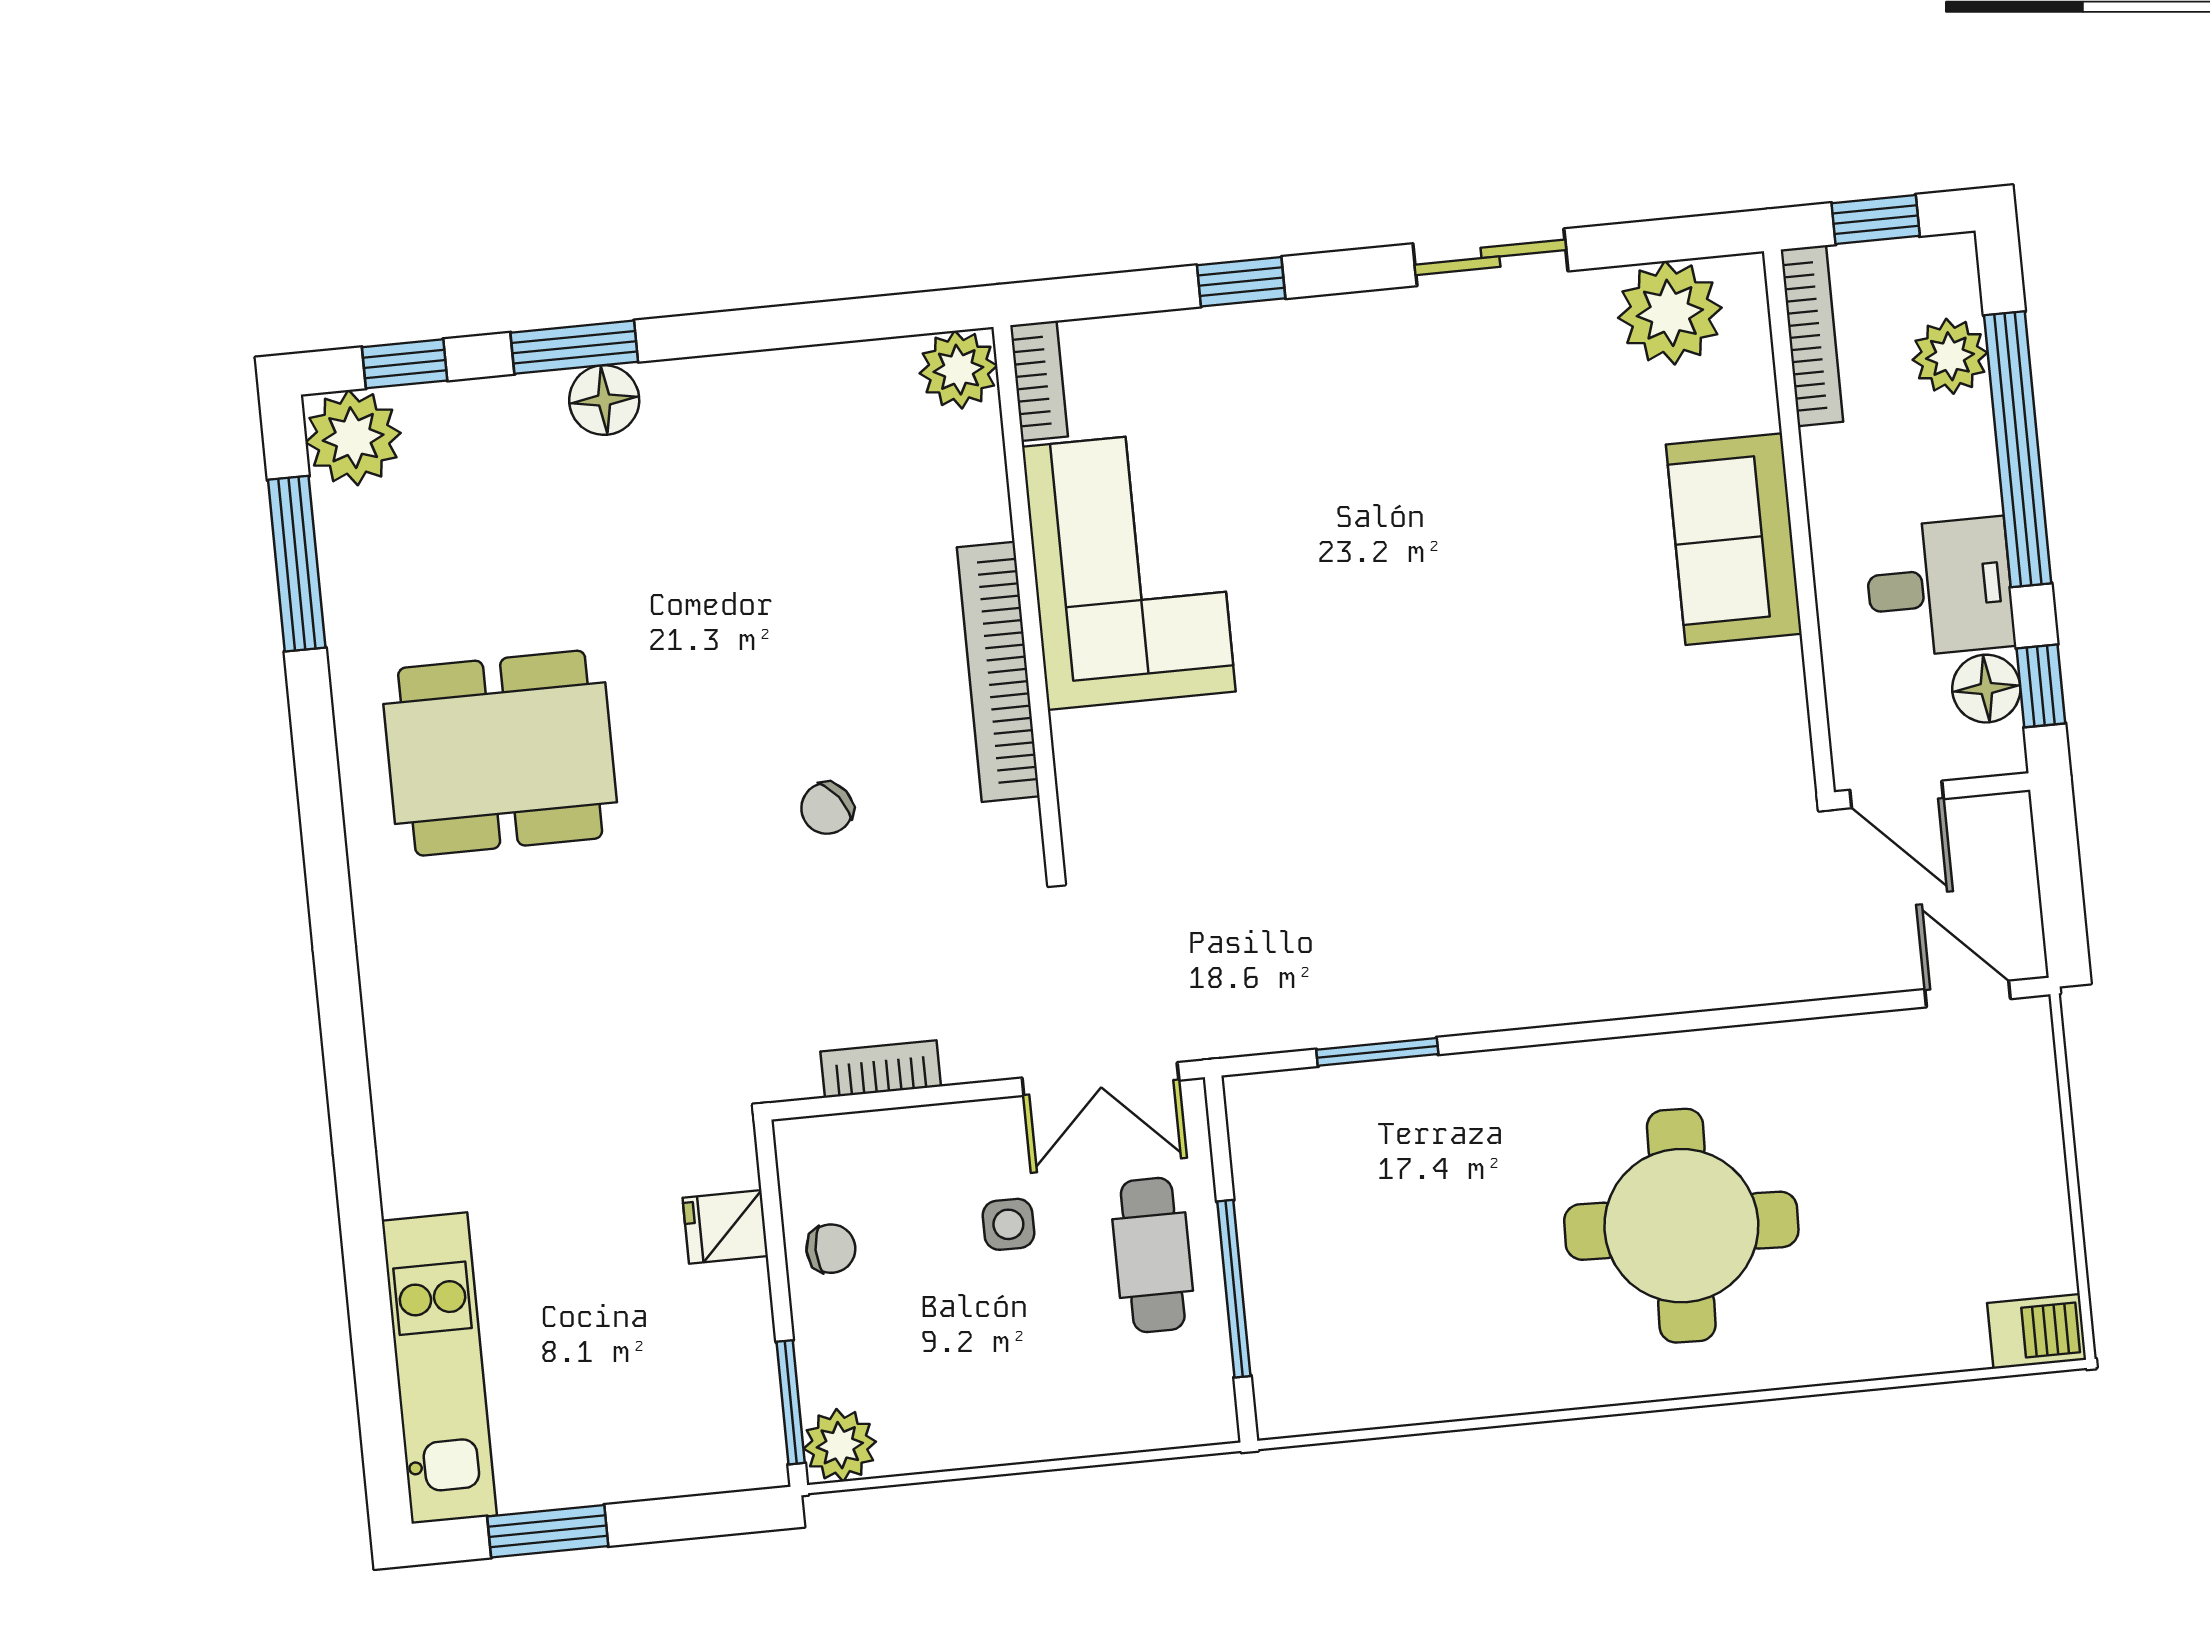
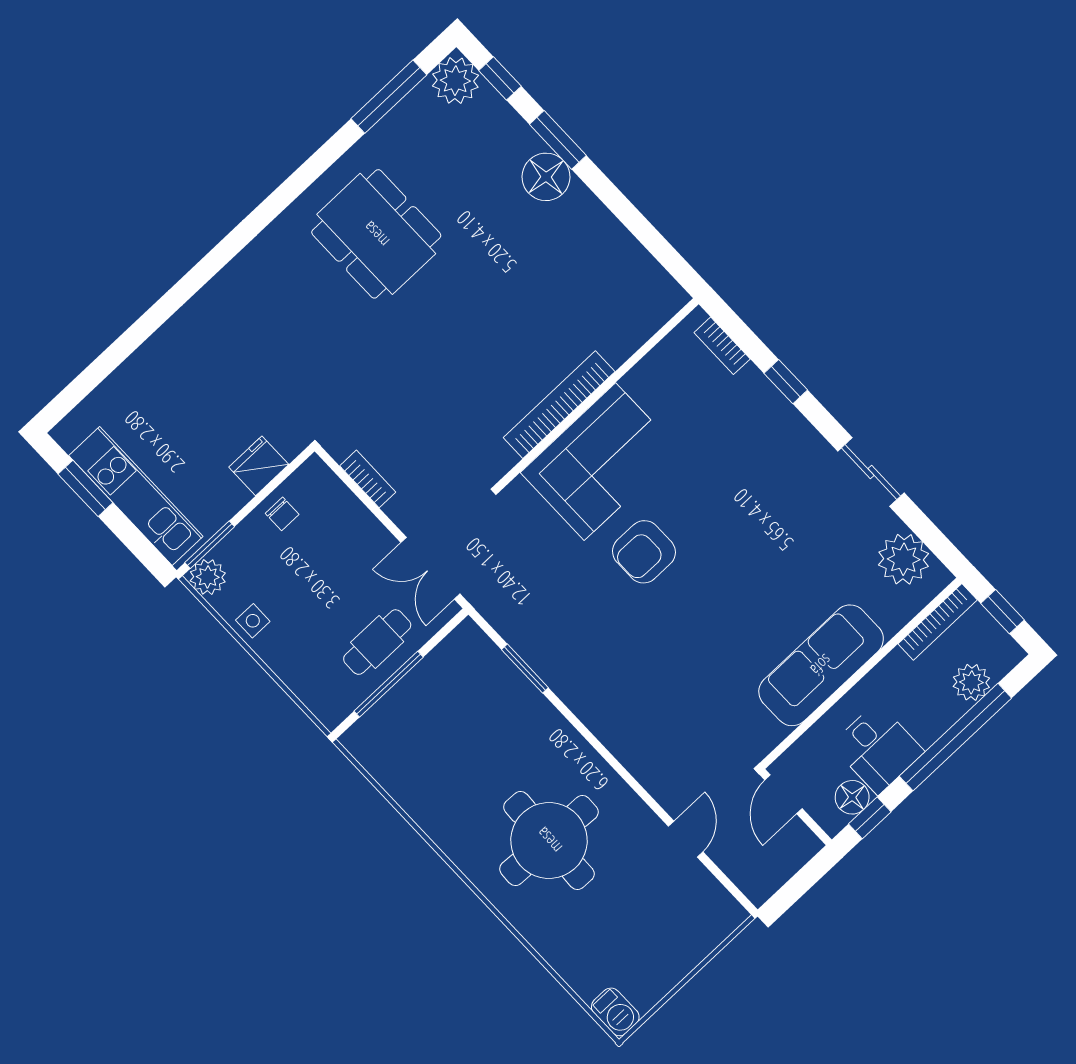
plant: (958, 370) -> (666, 297), removed
bookcase: (1039, 381) -> (722, 346), moved, turned 90
floor lamp: (604, 400) -> (546, 177), width x1.38, depth x1.38
sofa: (1734, 539) -> (821, 665), width x1.36
corner sofa: (1129, 569) -> (600, 462), moved
armchair: (1338, 718) -> (644, 552), added
chair: (827, 808) -> (454, 379), removed
door: (1968, 994) -> (686, 839), moved
side table: (1008, 1224) -> (253, 621), moved
fridge: (725, 1227) -> (259, 466), width x1.38
kitchen unit: (439, 1368) -> (136, 496), moved, turned -90

